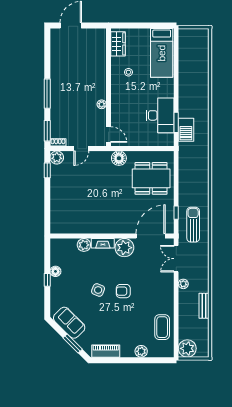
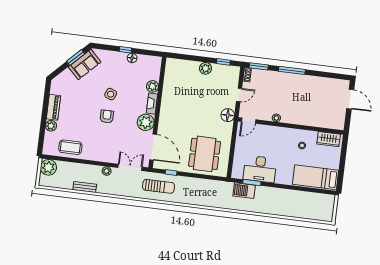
door: (81, 149) -> (239, 95), swing flipped
plant: (57, 157) -> (205, 68), moved
floor lamp: (119, 158) -> (228, 115), moved
window: (73, 343) -> (76, 58), moved
piano: (106, 351) -> (53, 107), moved

